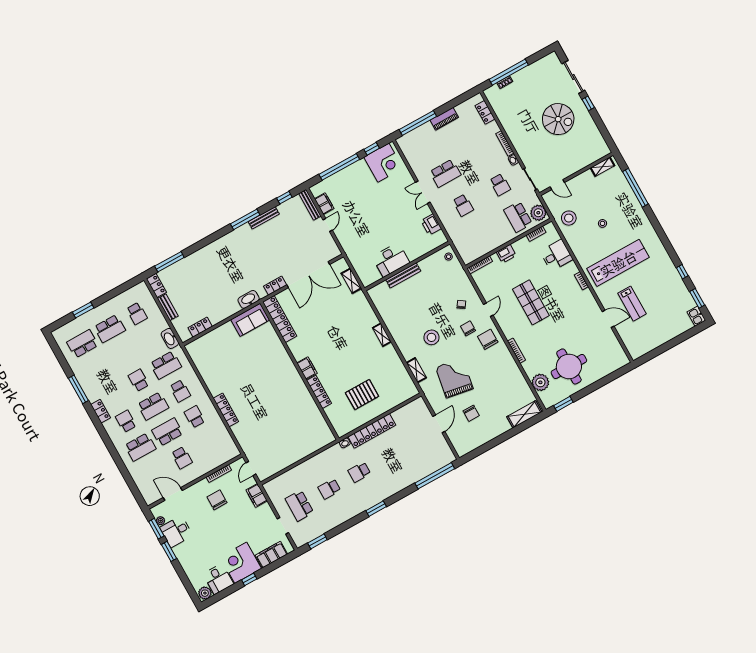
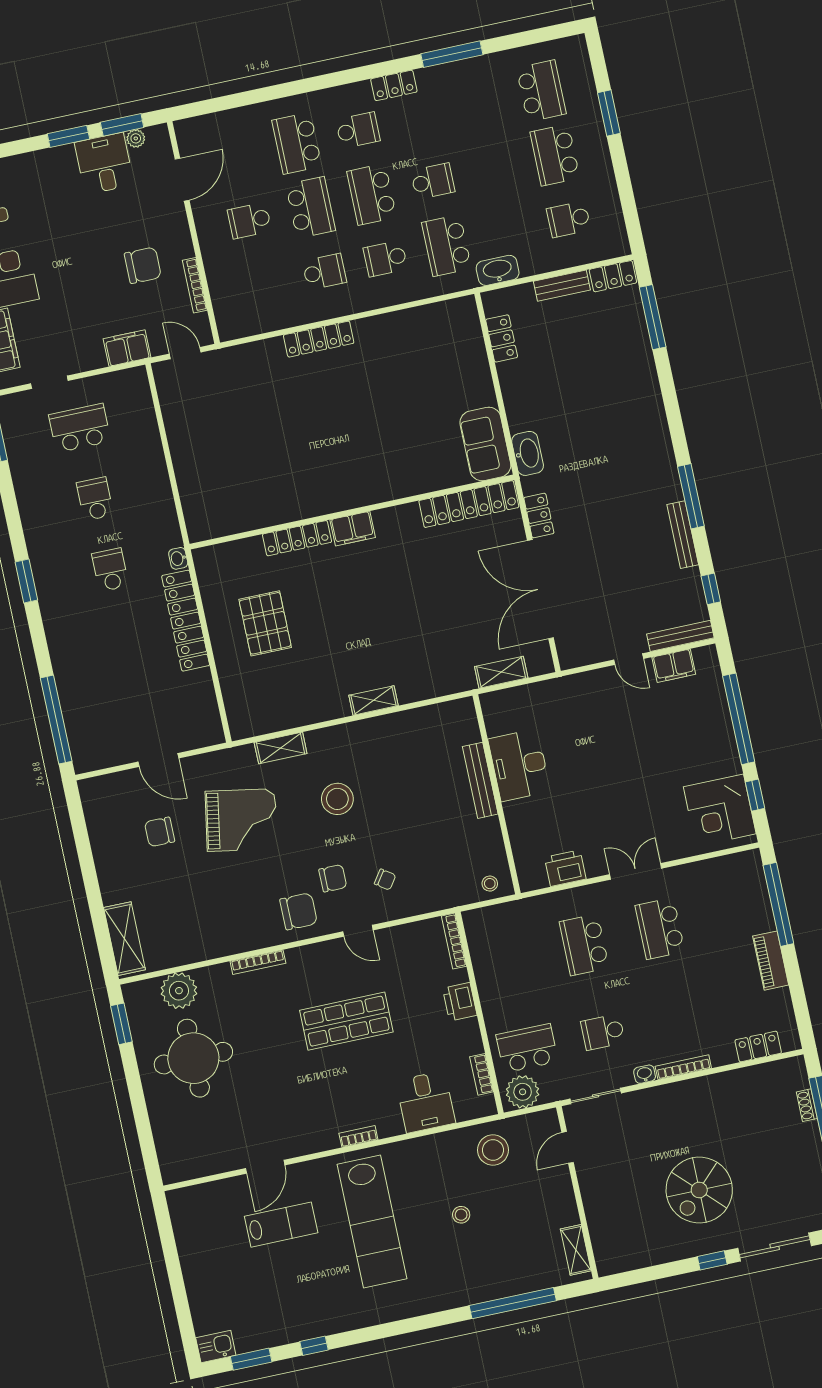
school desk: (463, 205) -> (584, 945), width x1.85
lab bench: (632, 304) -> (281, 1225), turned 180

